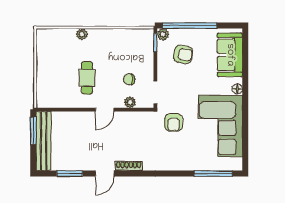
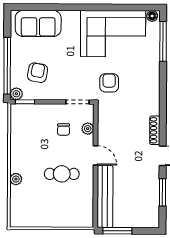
floor lamp: (237, 89) -> (152, 16), moved
armchair: (174, 122) -> (109, 83), turned -90
bench: (44, 141) -> (105, 196), moved, turned 90

